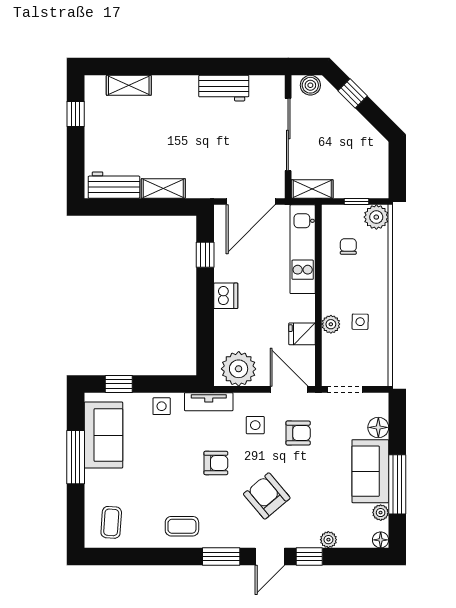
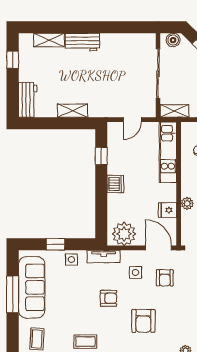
workbench: (224, 88) -> (82, 42), moved
workbench: (114, 185) -> (28, 100), moved, turned 90
door: (251, 202) -> (132, 120), width x0.53
window: (119, 384) -> (55, 244), moved
armchair: (298, 433) -> (165, 278), turned 90
sofa: (103, 435) -> (32, 287), width x1.36
armchair: (267, 496) -> (143, 321), turned -140

